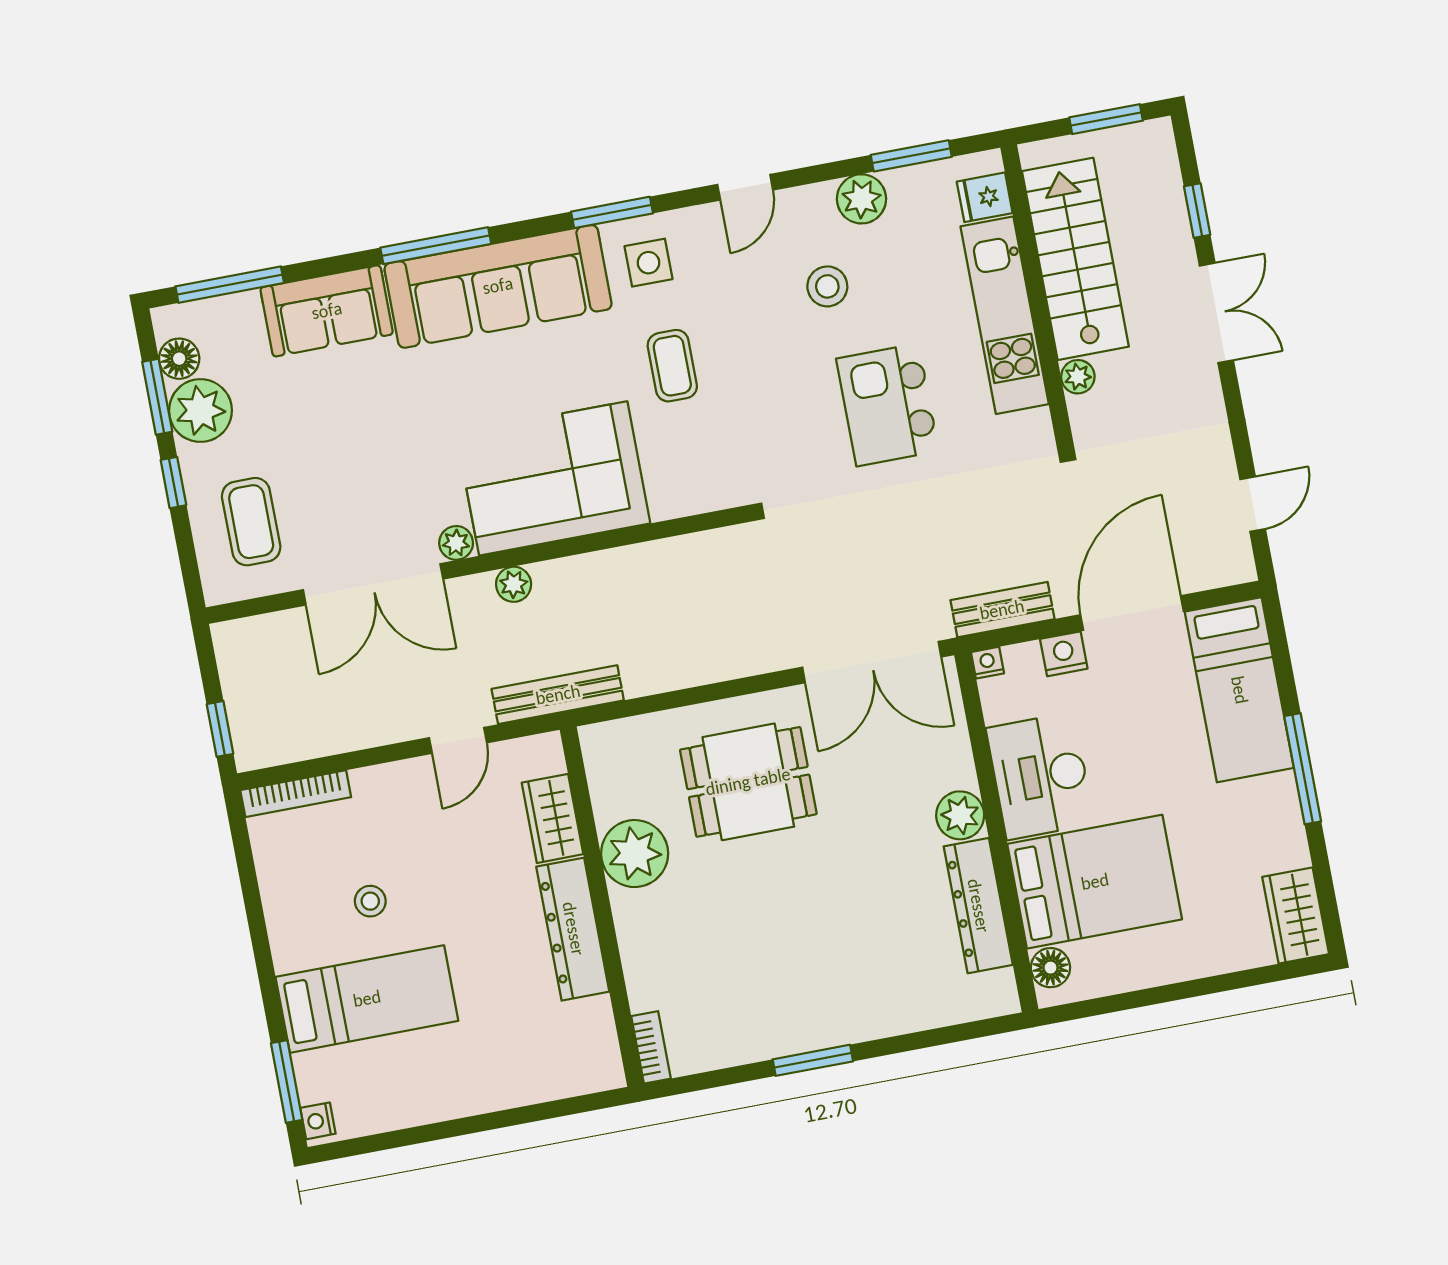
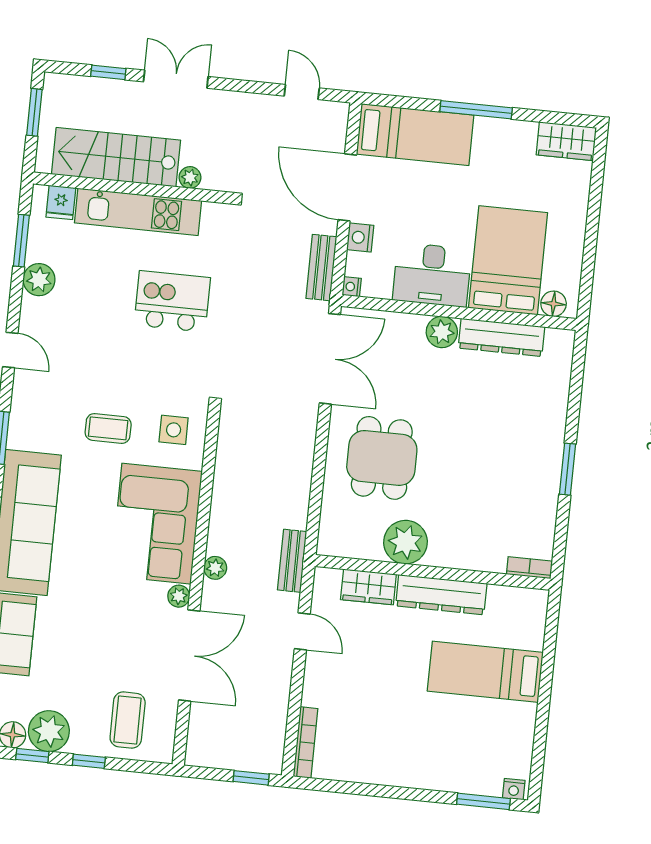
side table: (648, 263) -> (174, 430), moved
stool: (827, 286) -> (87, 317), removed
window: (157, 397) -> (32, 756), width x0.67
kitchen island: (888, 405) -> (172, 301), turned 180
coffee table: (251, 522) -> (128, 720), turned 90
bench: (558, 695) -> (292, 561), width x0.73
stool: (370, 901) -> (386, 716), removed
bed: (367, 999) -> (485, 672), moved, turned -90

